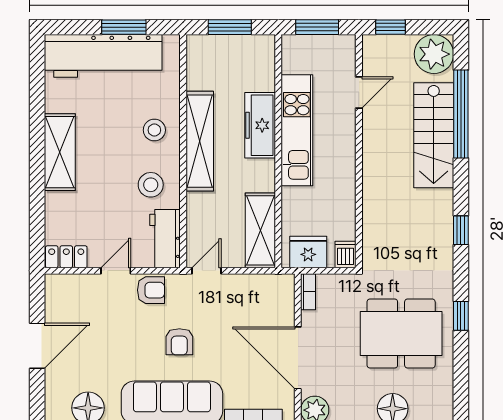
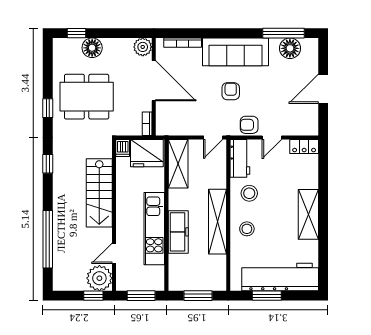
plant: (434, 54) -> (99, 278), moved
stairs: (434, 135) -> (99, 193), moved, turned 180
fridge: (308, 252) -> (147, 153), width x1.36, depth x1.34

